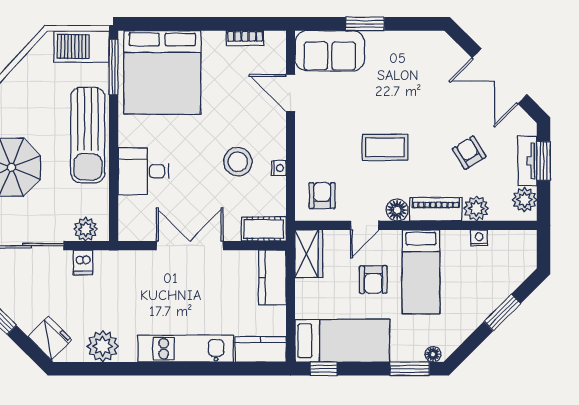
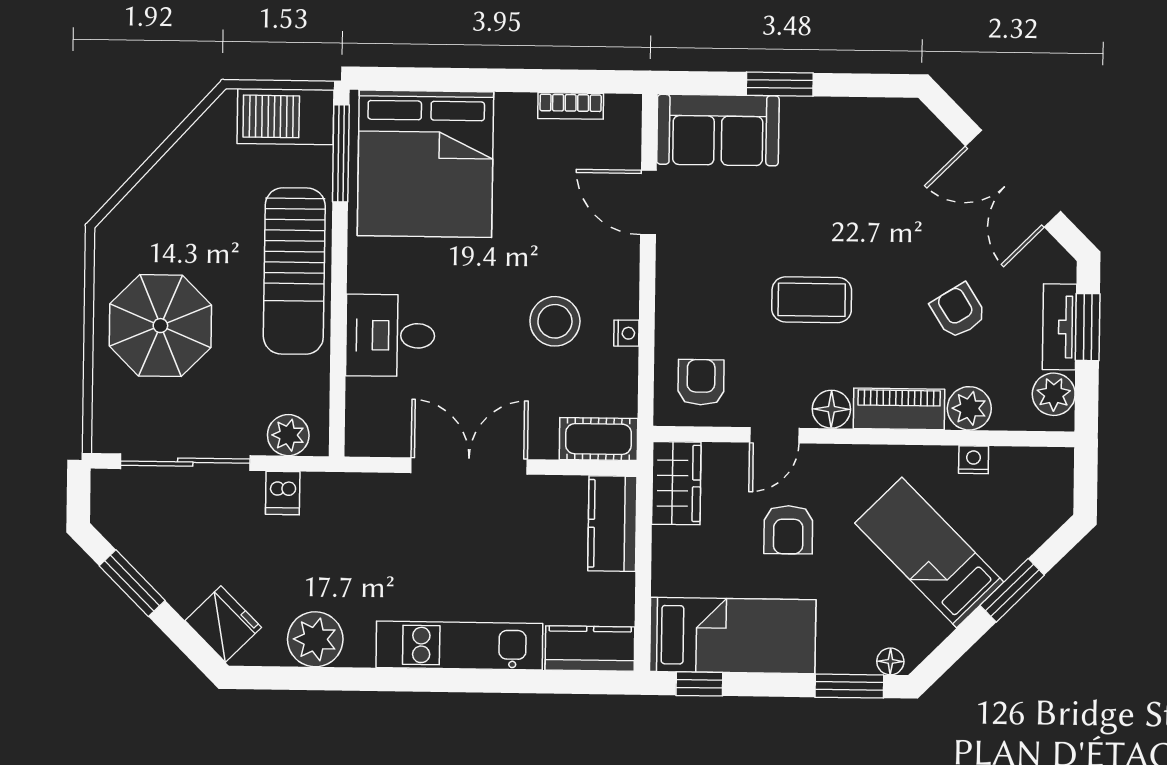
bed: (421, 272) -> (929, 553), moved, turned 135

